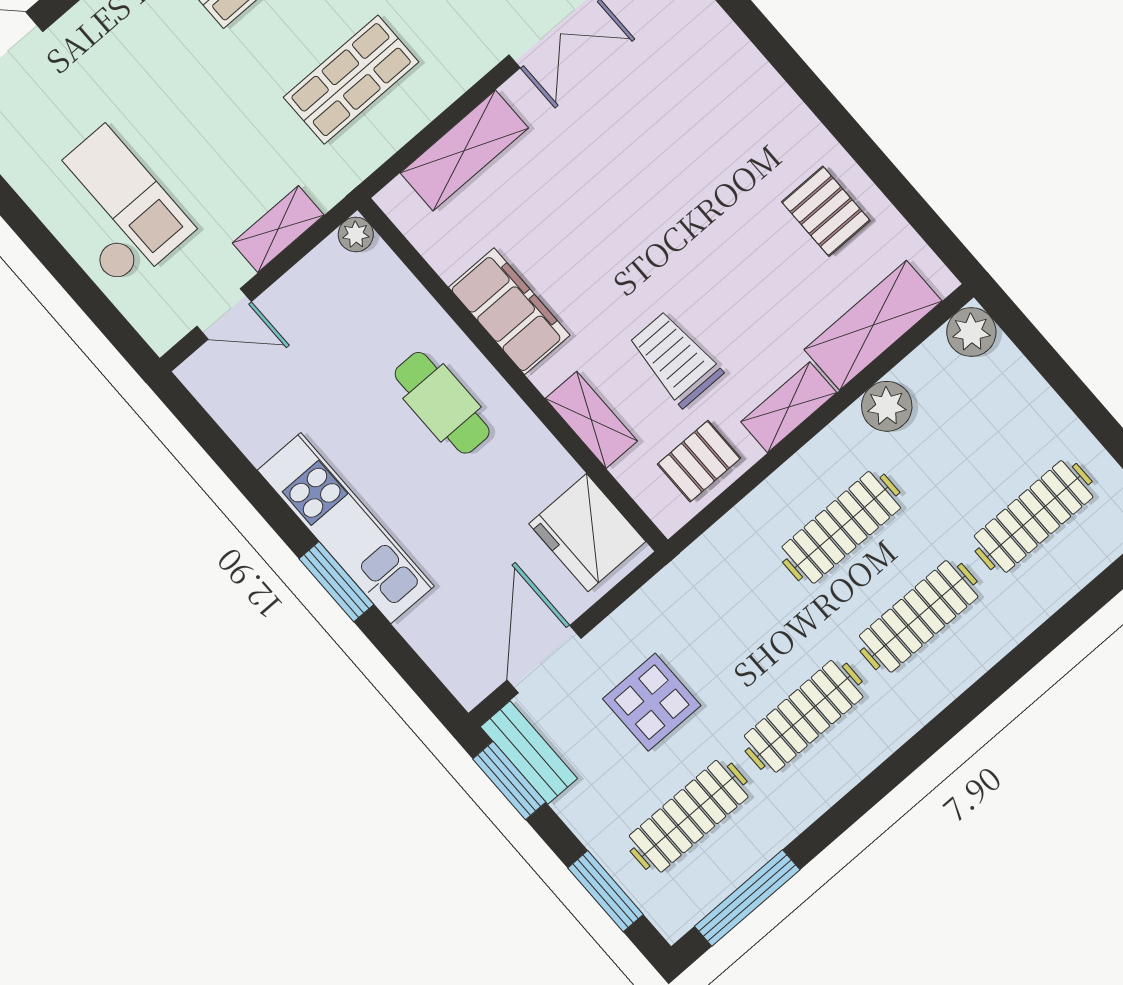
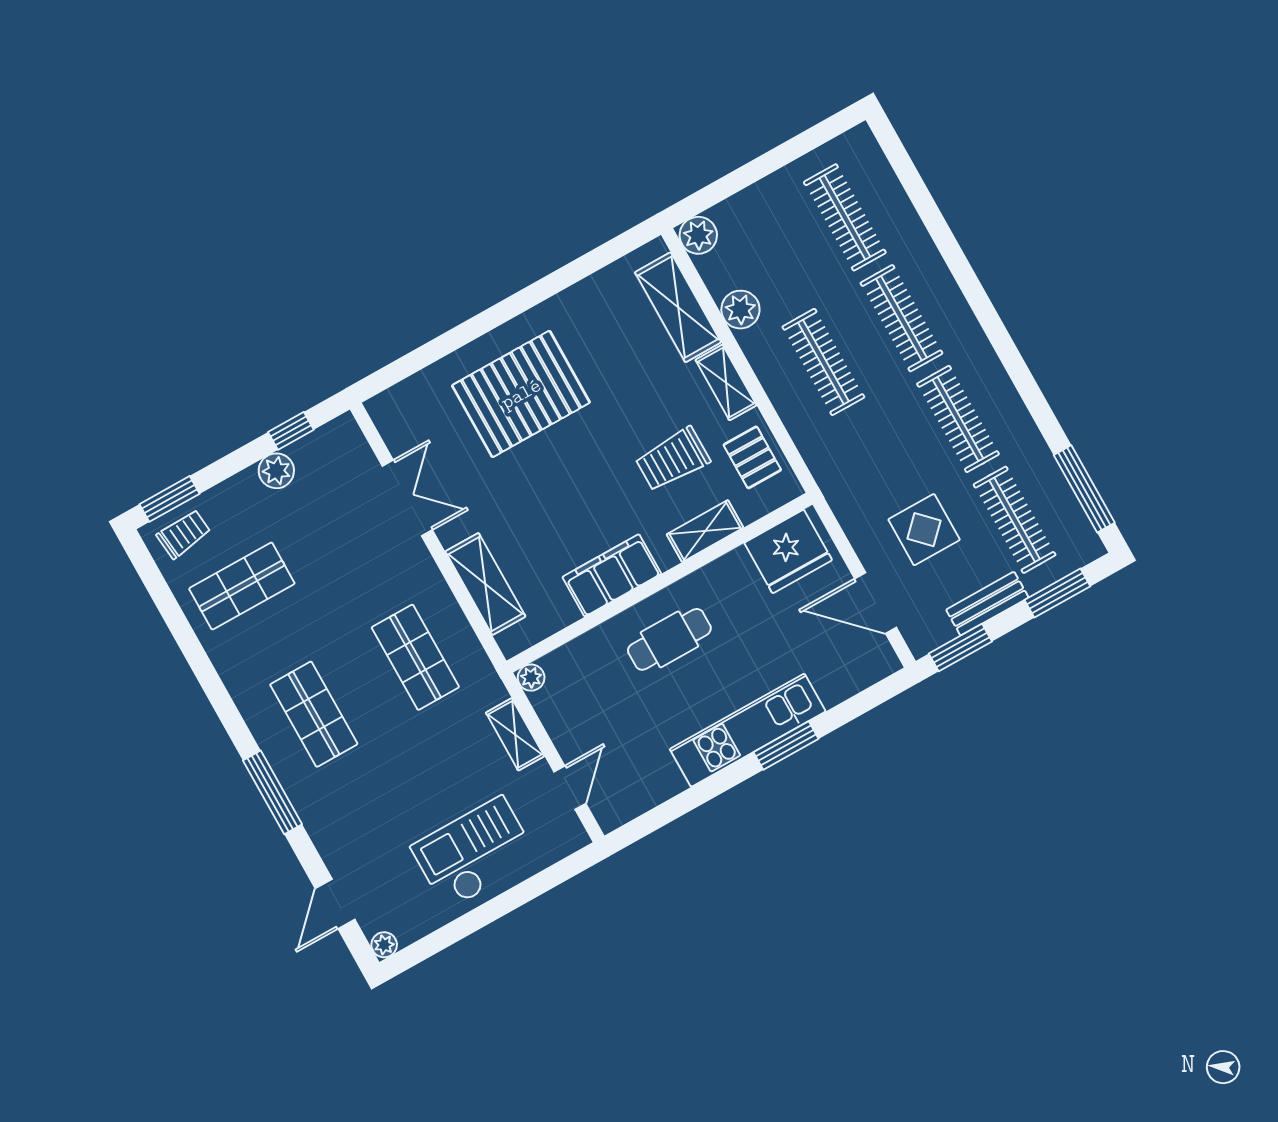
pallet: (826, 211) -> (521, 394), moved, width x2.05, depth x2.00
bench: (529, 753) -> (987, 604), moved

